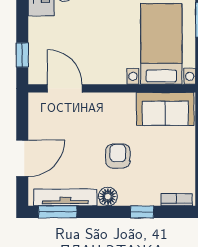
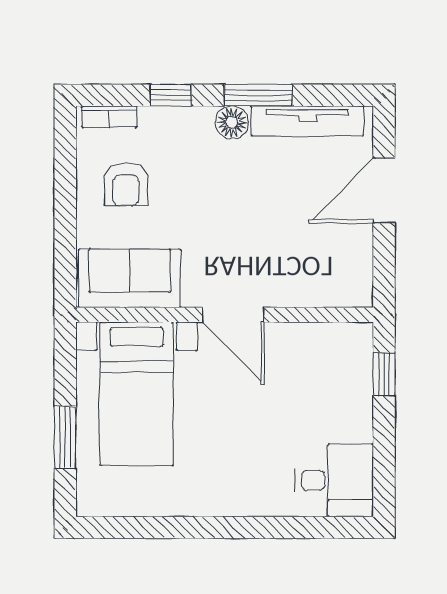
door: (65, 88) -> (233, 315), moved
armchair: (118, 156) -> (126, 184), moved
window: (58, 212) -> (258, 95), moved

